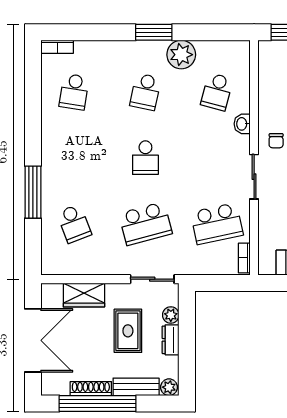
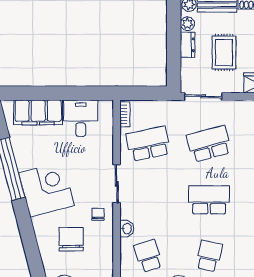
school desk: (217, 92) -> (148, 256), turned -33
school desk: (145, 158) -> (209, 200), width x1.85
plant: (171, 315) -> (187, 24), moved

